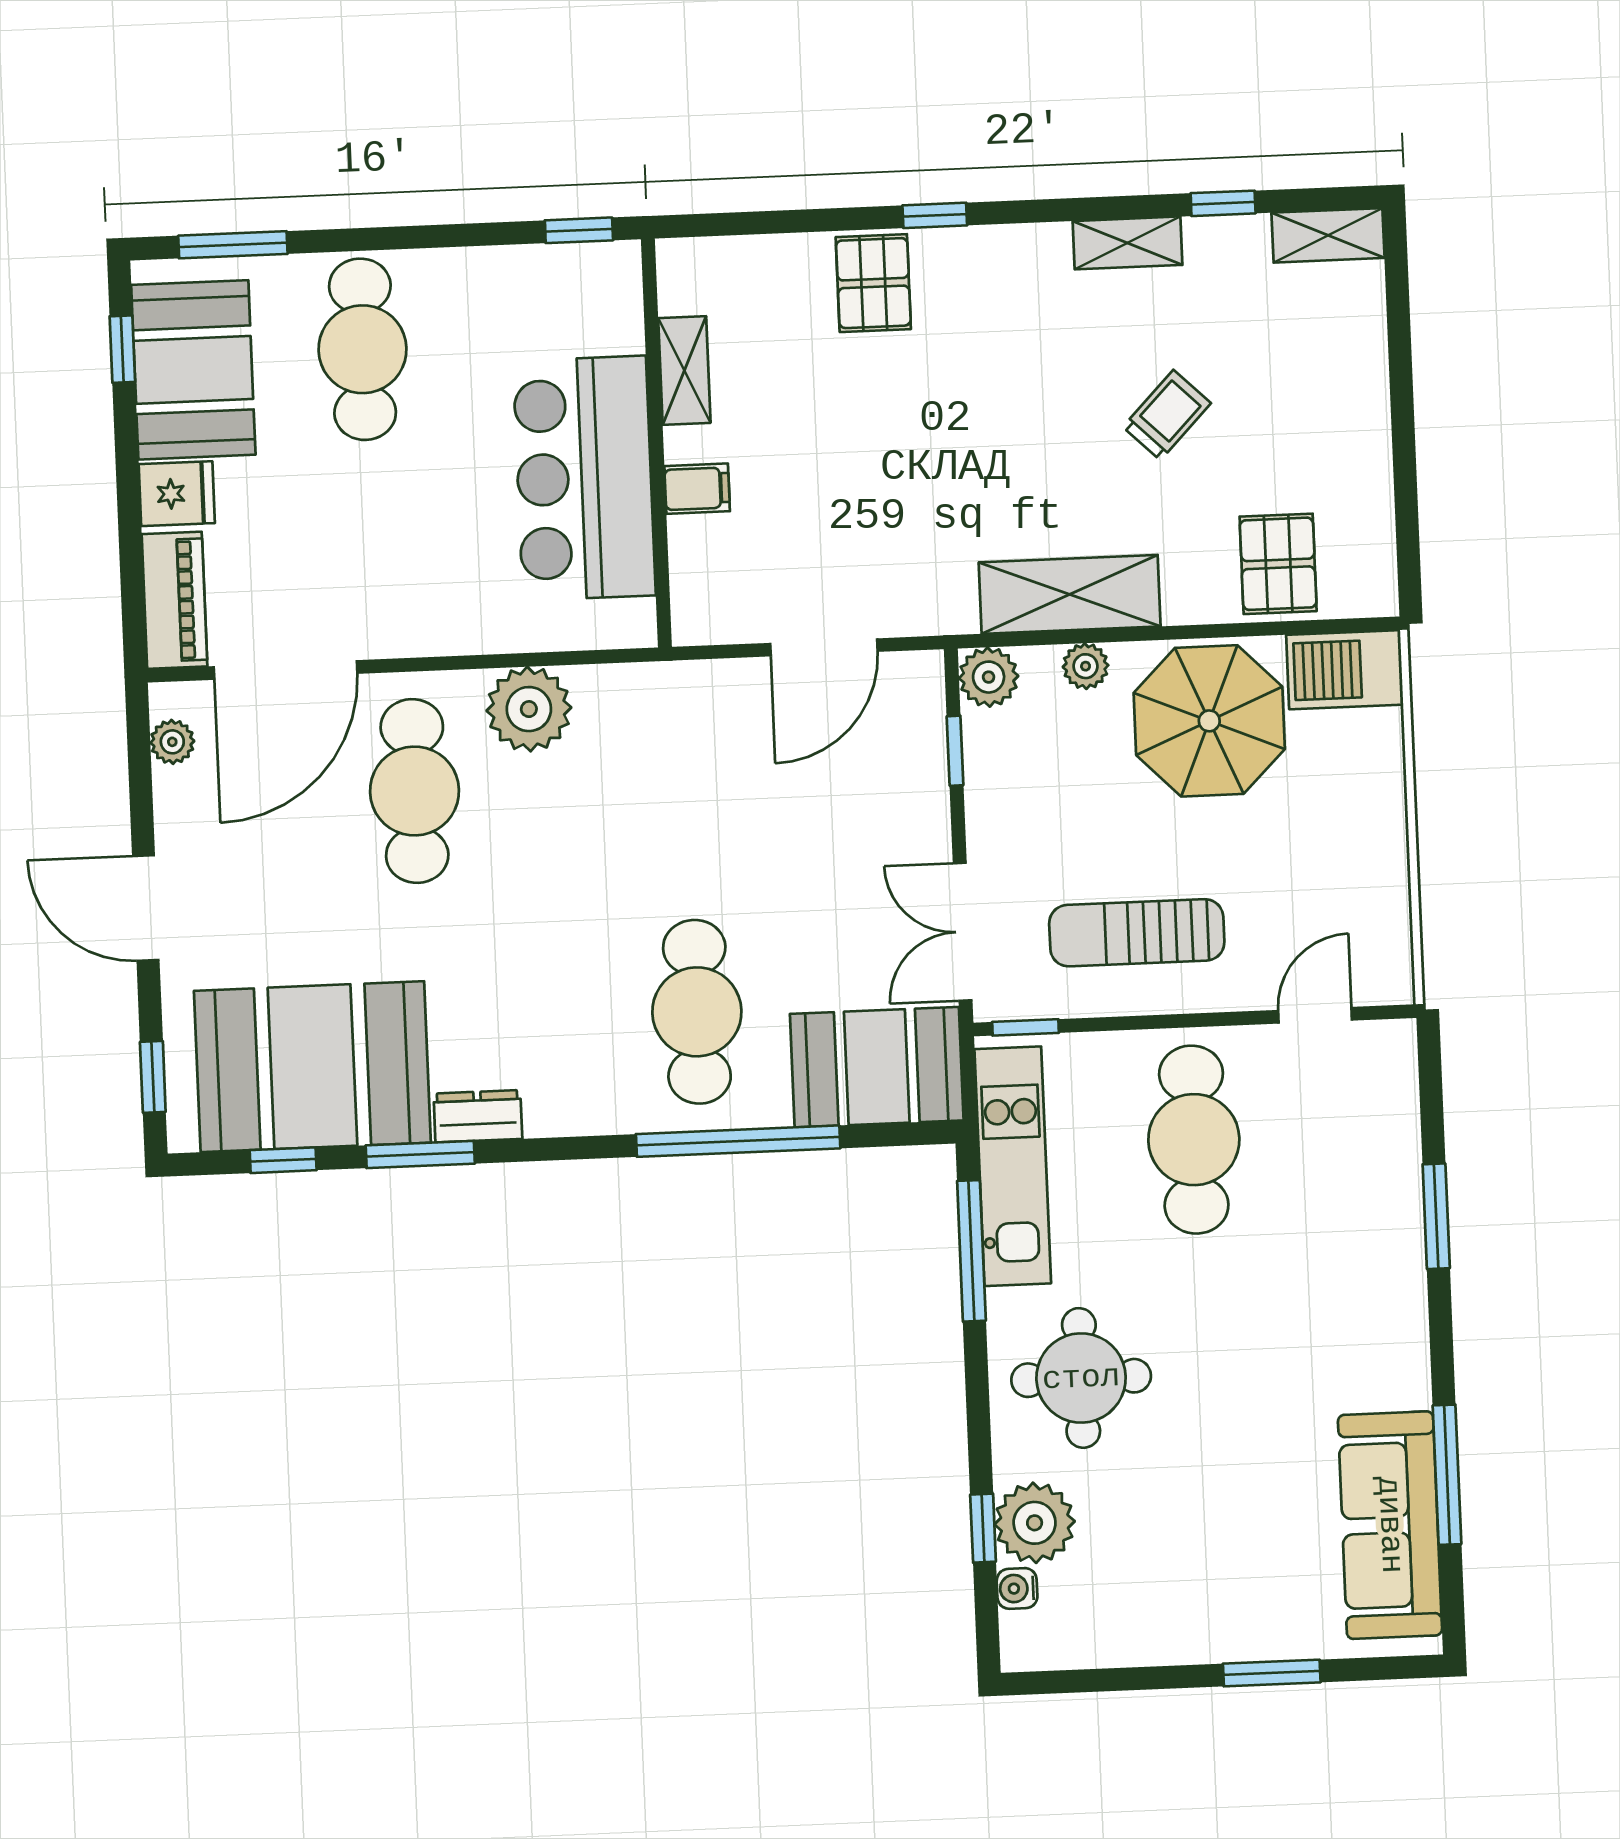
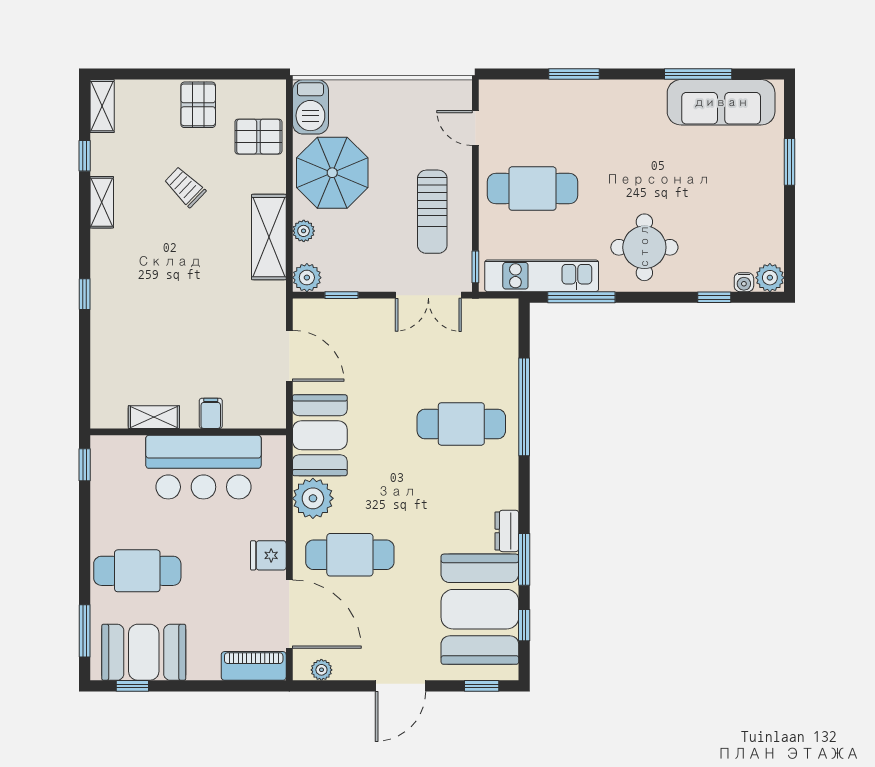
pallet: (873, 283) -> (198, 105), moved, turned 90
fridge: (177, 494) -> (268, 555), moved, turned -90
booth: (877, 1067) -> (320, 435), moved
plant: (1035, 1523) -> (770, 278), moved, width x0.73, depth x0.73

